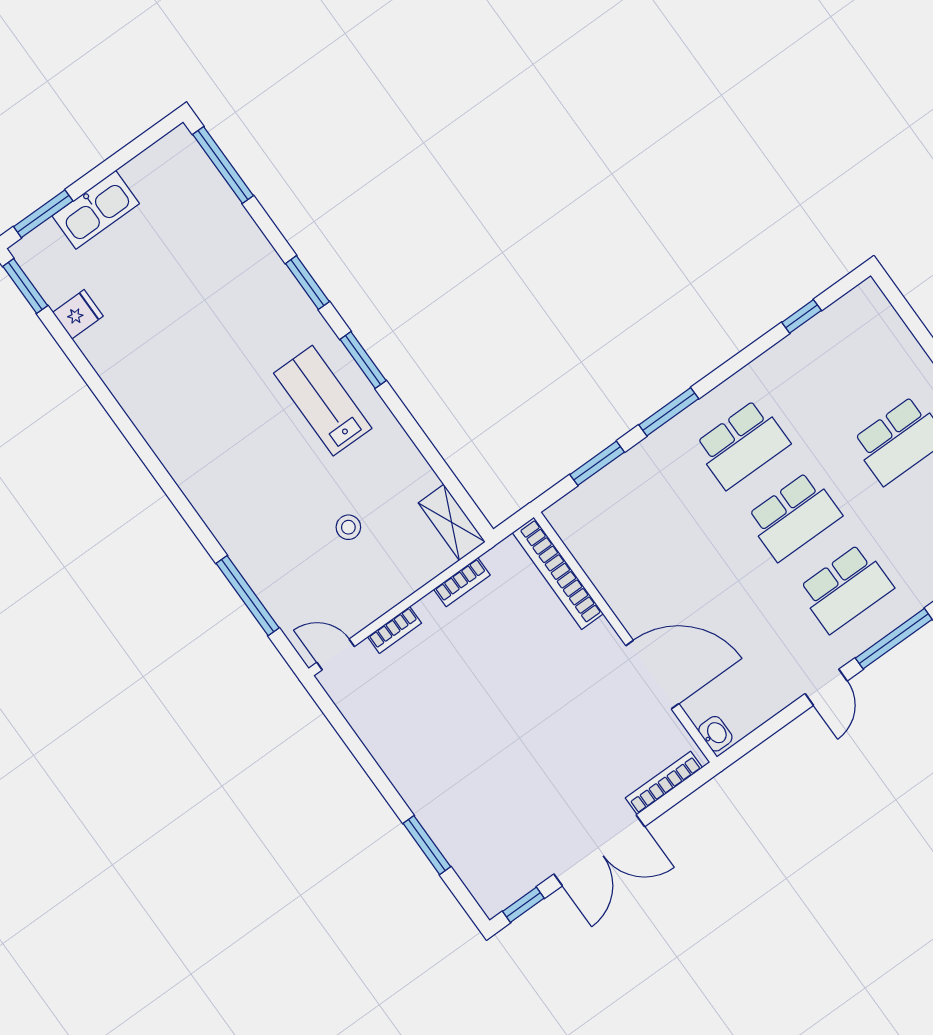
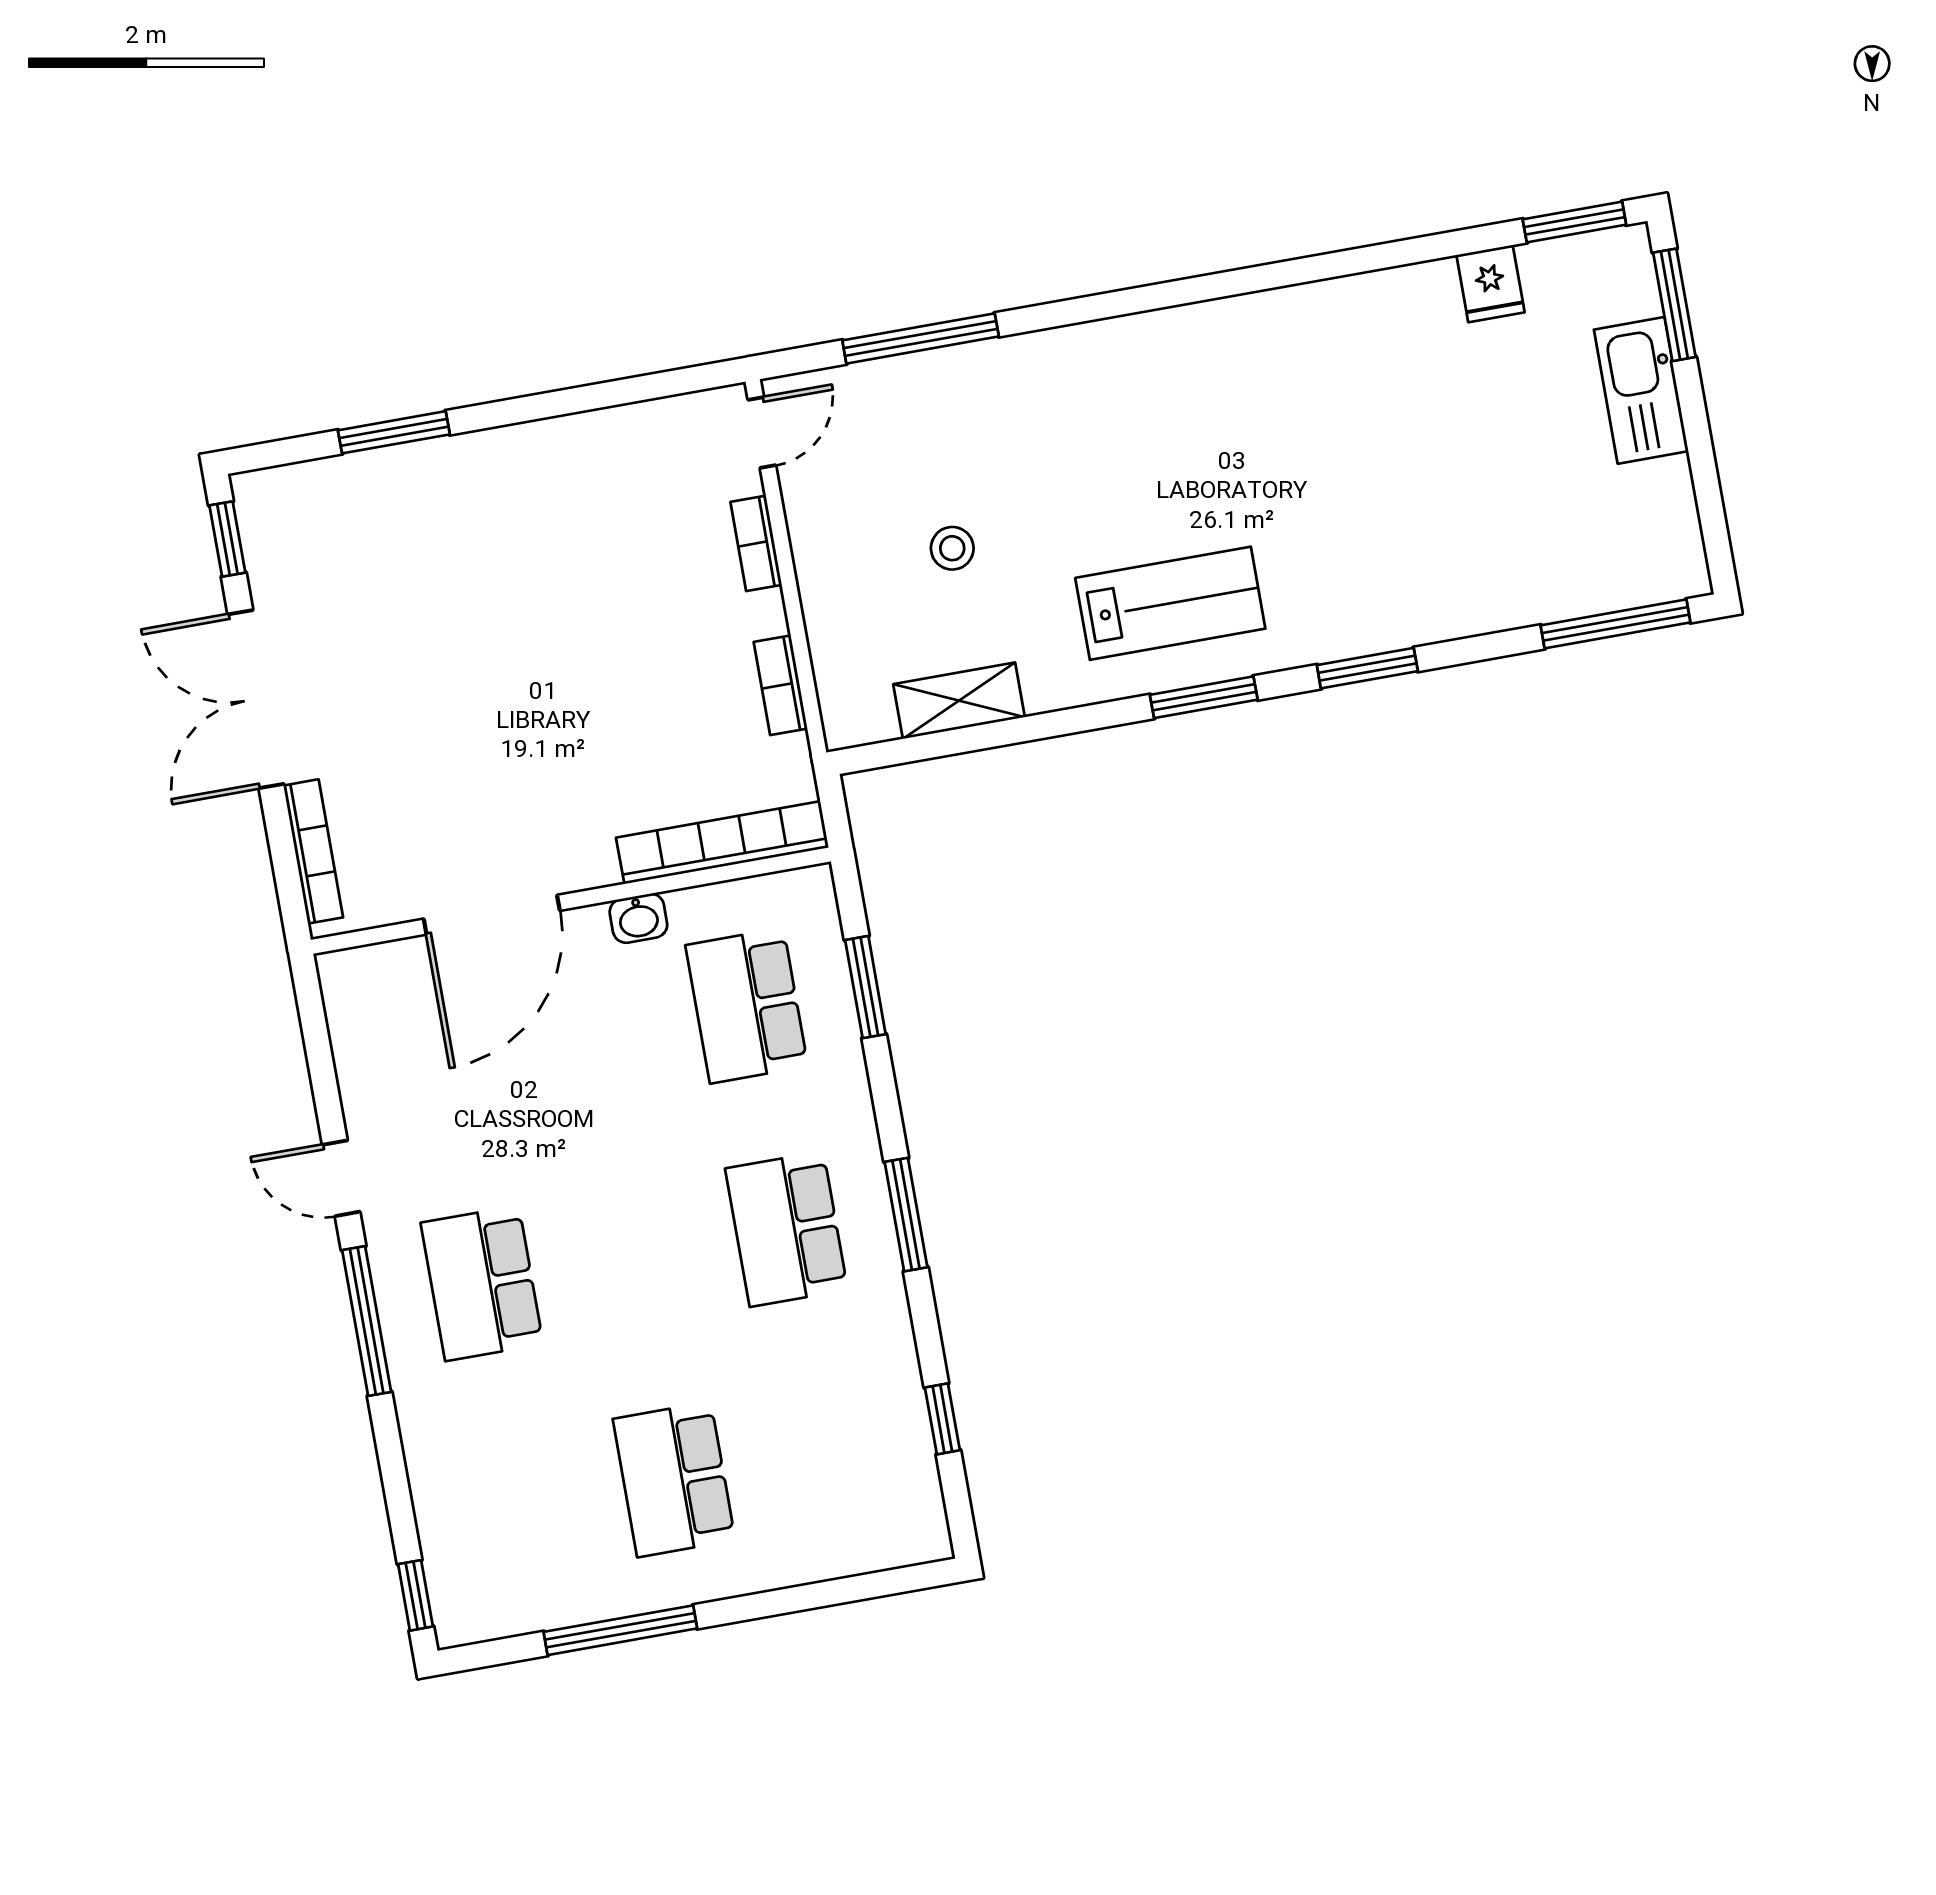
window: (669, 412) -> (906, 1215), moved
school desk: (794, 516) -> (747, 1006), moved
shelving: (452, 522) -> (959, 701), moved
washbasin: (715, 734) -> (638, 918), moved

